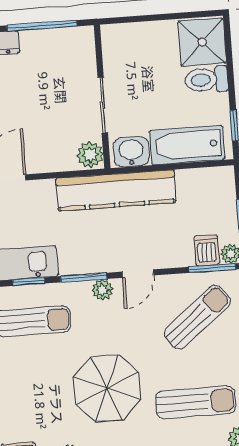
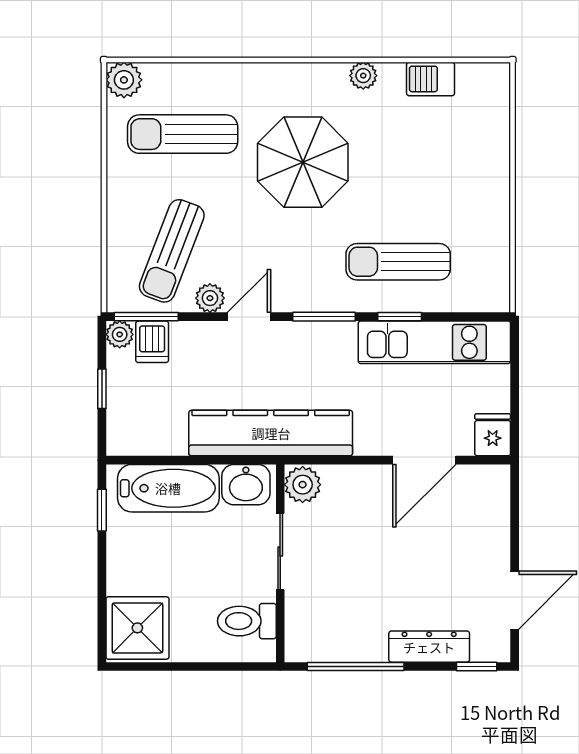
toilet: (206, 80) -> (247, 621), moved, turned 180
plant: (102, 290) -> (210, 298), moved
sun lounger: (197, 317) -> (172, 251), turned -30

